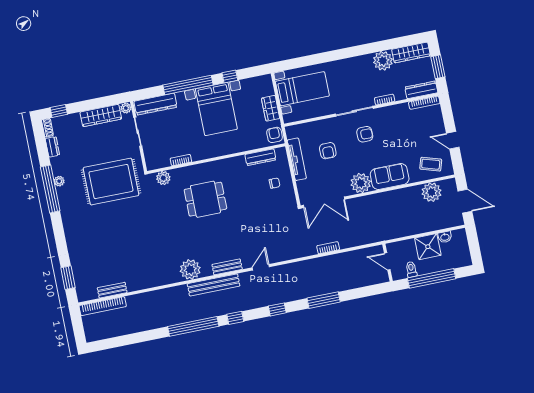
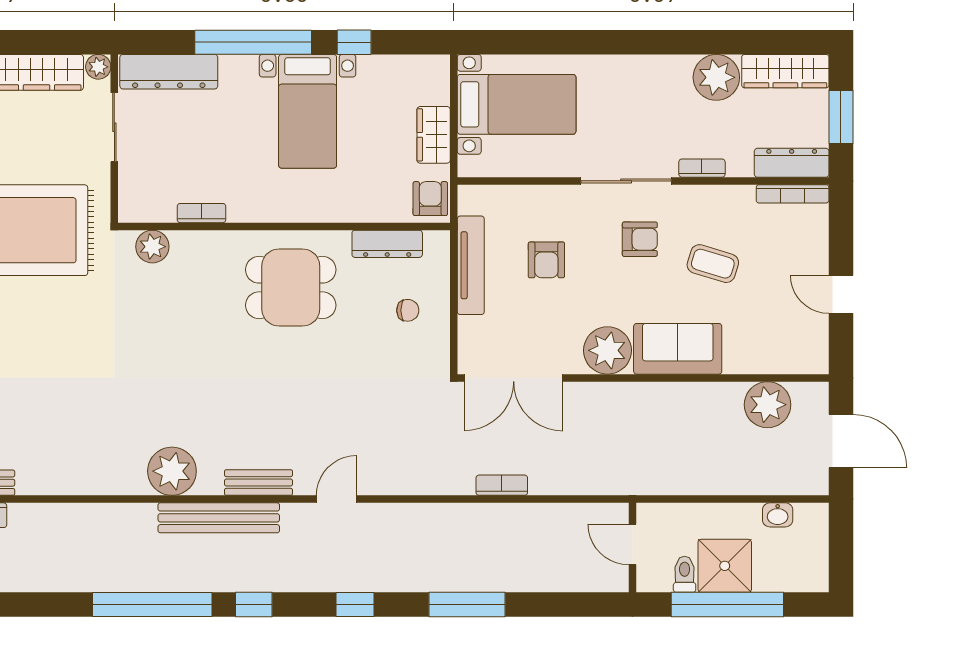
bed with nightstands: (216, 109) -> (308, 111), width x0.73
coffee table: (431, 164) -> (713, 264), moved
dining table: (205, 199) -> (291, 287), moved
shower: (428, 247) -> (725, 566), moved

